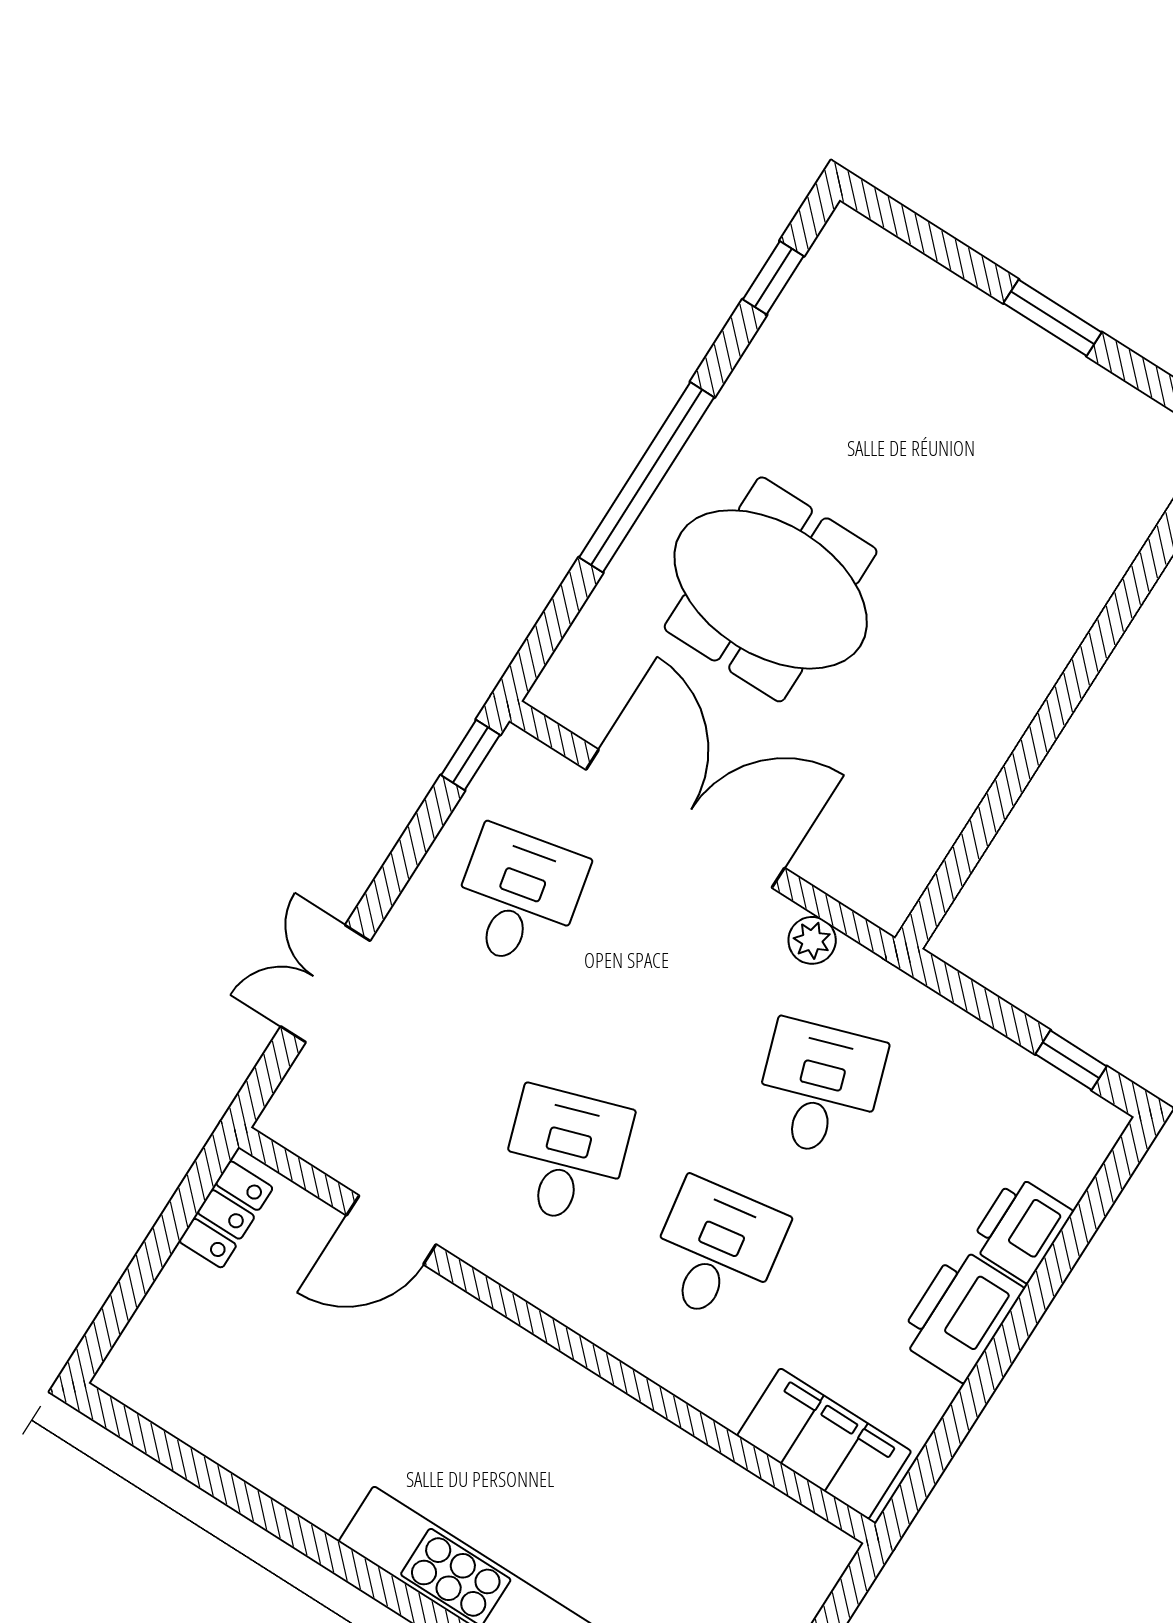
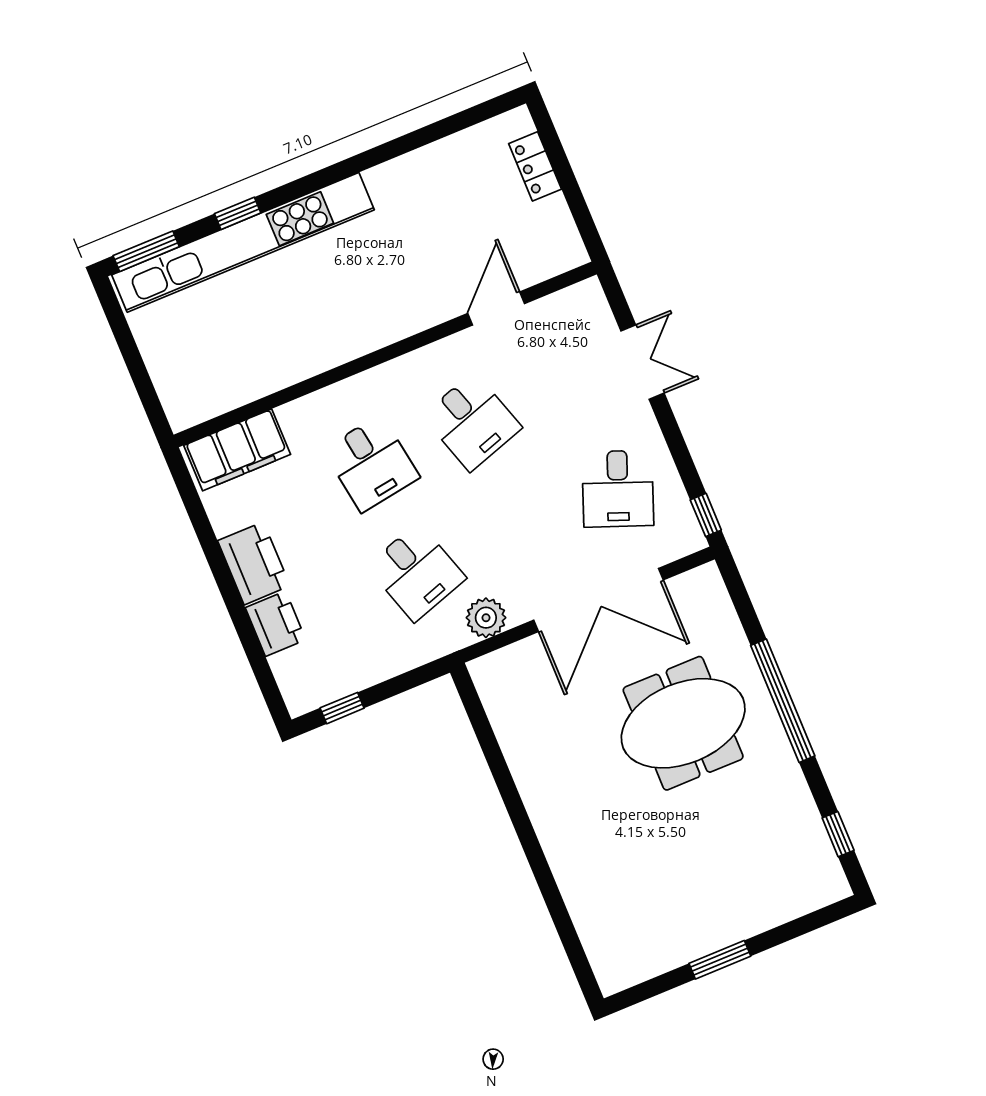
desk: (518, 897) -> (618, 489), turned 33
plant: (812, 940) -> (486, 618), width x1.38, depth x1.38
locker: (226, 1214) -> (535, 166), moved

